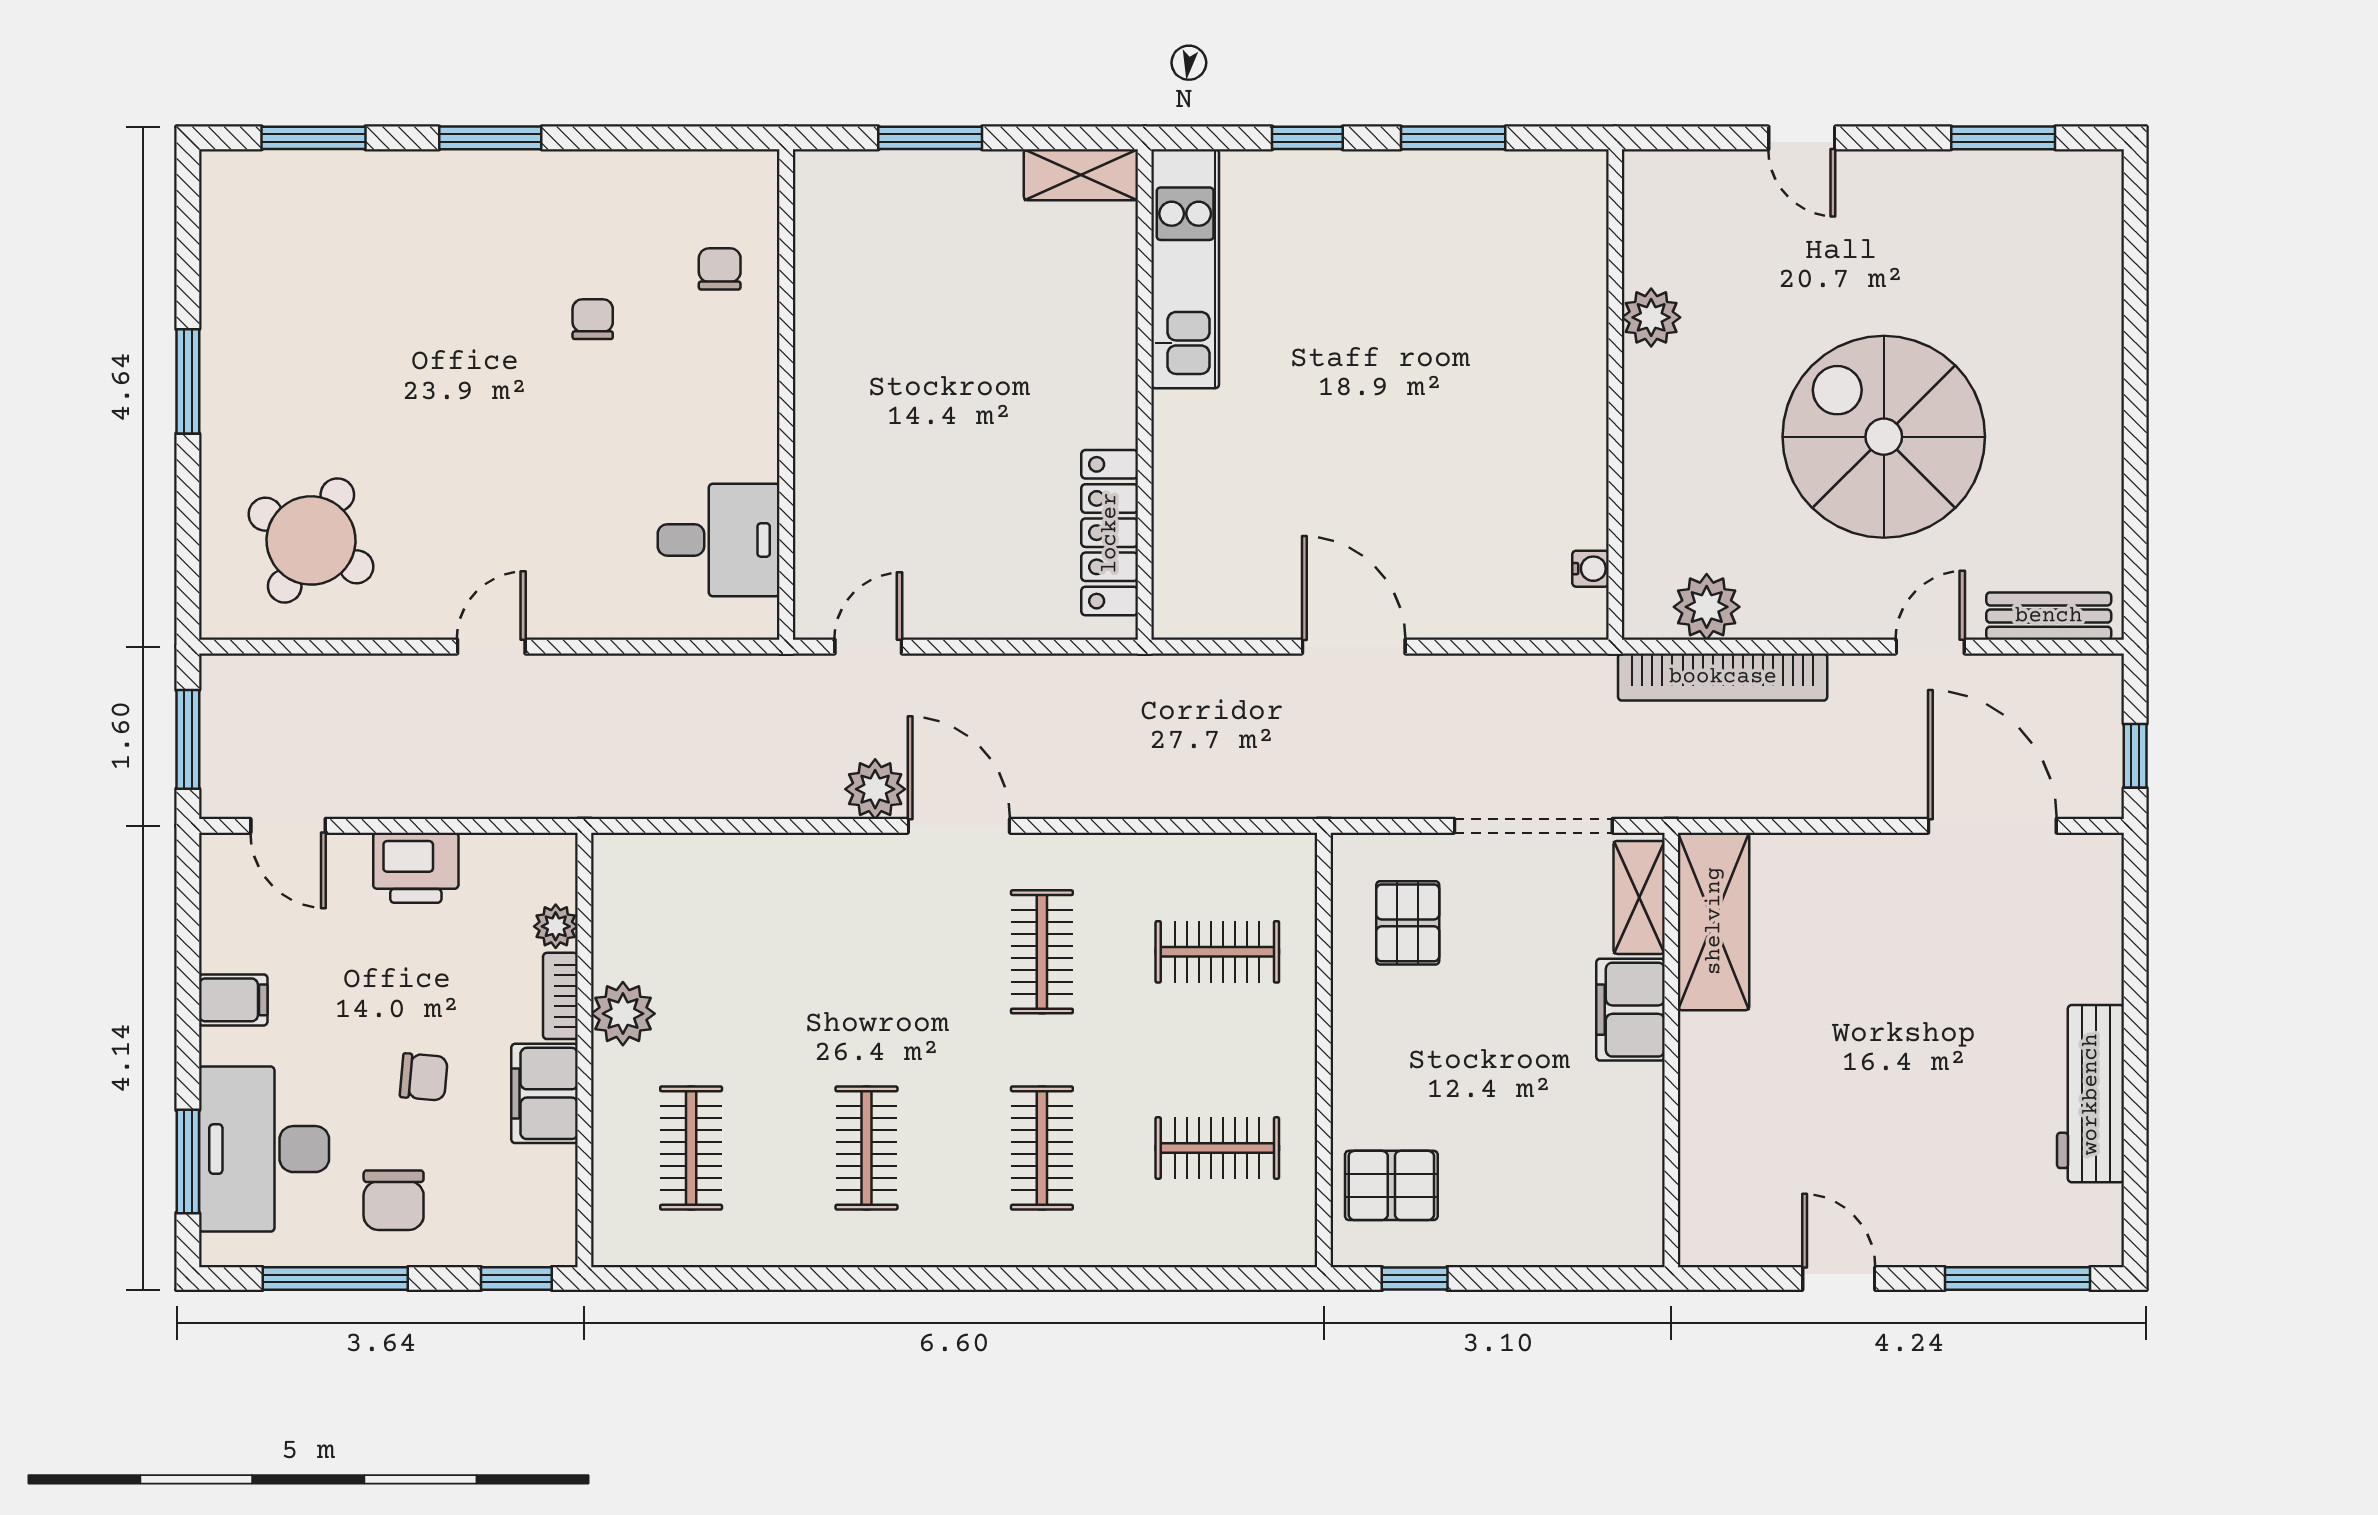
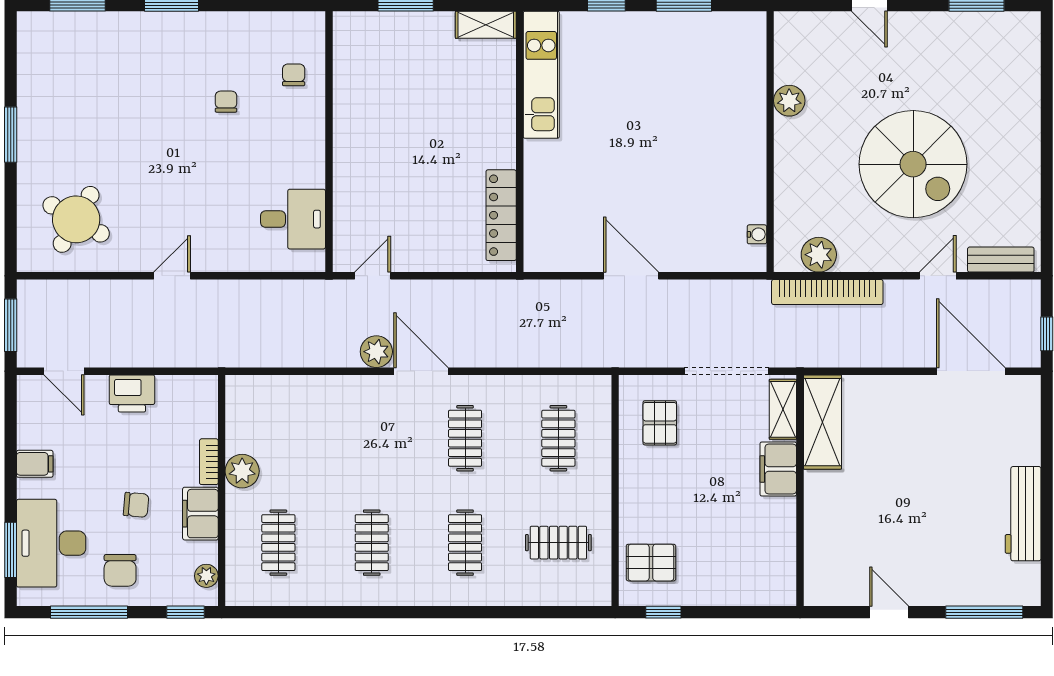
spiral stairs: (1884, 437) -> (913, 164), turned 180
plant: (556, 926) -> (206, 576), moved
clothes rail: (1217, 952) -> (558, 438), turned 90

